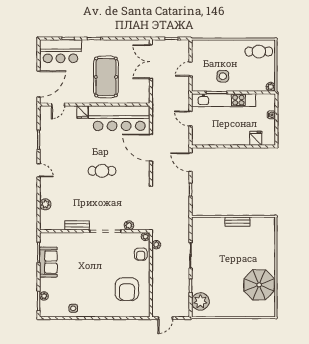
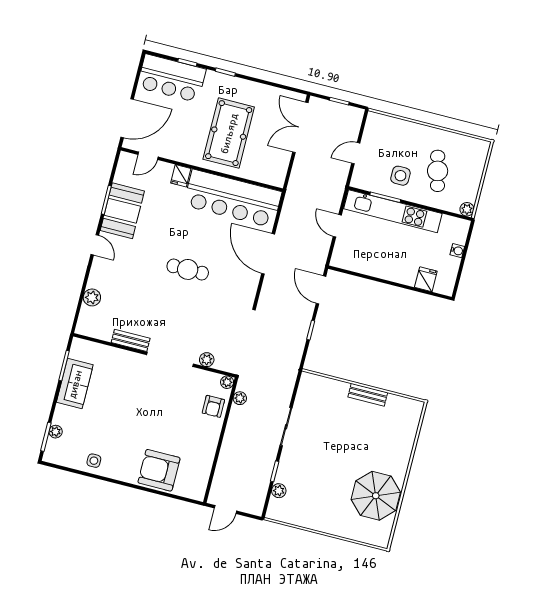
cafe table: (259, 52) -> (438, 171), moved, turned 76
booth: (51, 144) -> (122, 211), added
armchair: (127, 289) -> (159, 470), moved, turned 90
plant: (200, 301) -> (279, 491), width x0.53, depth x0.53

